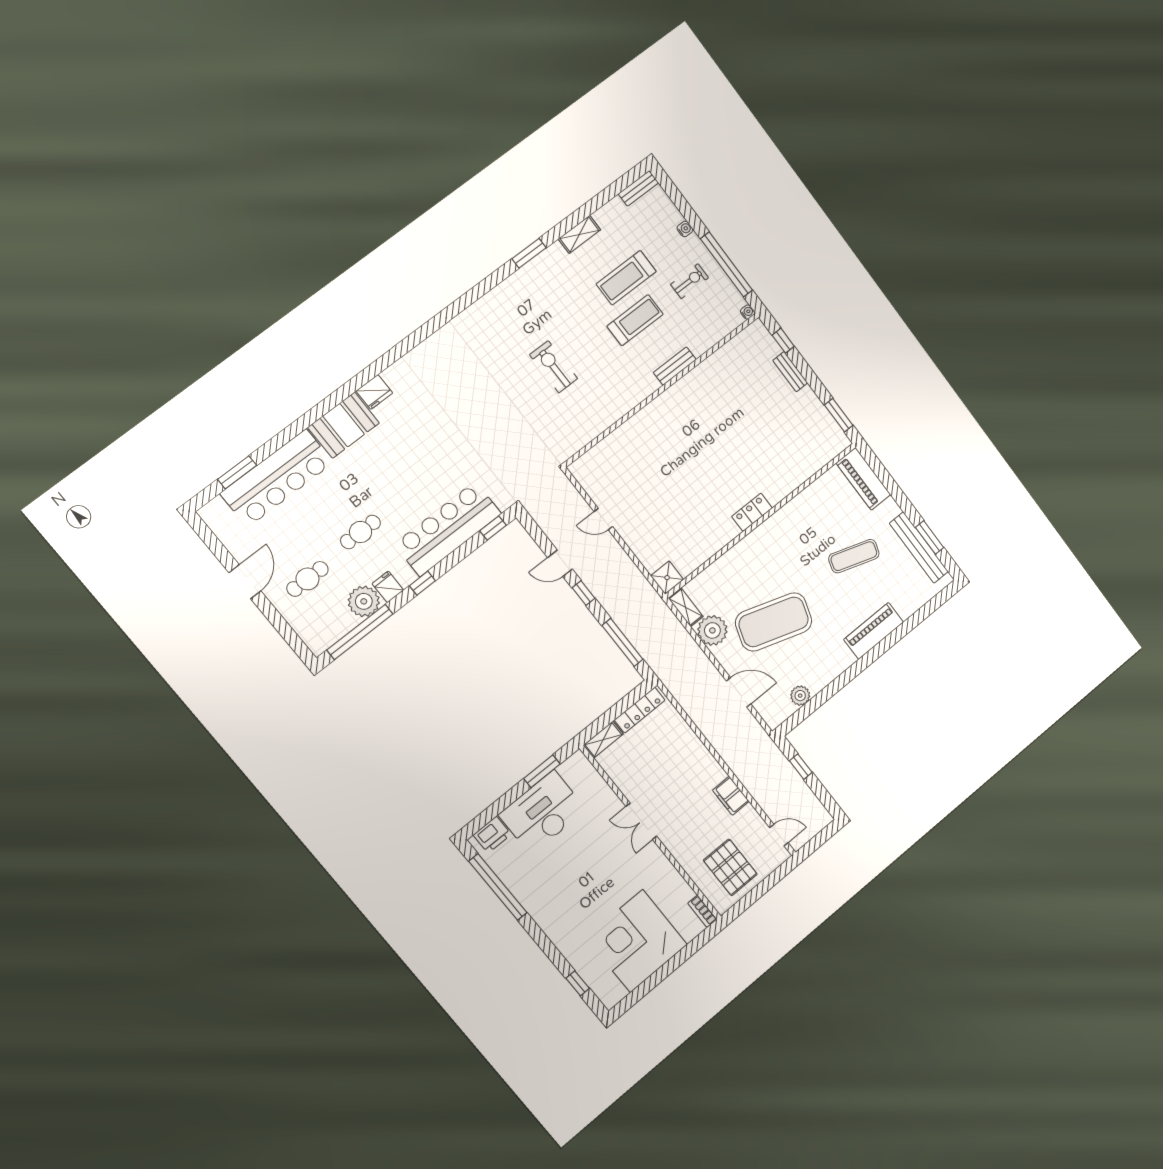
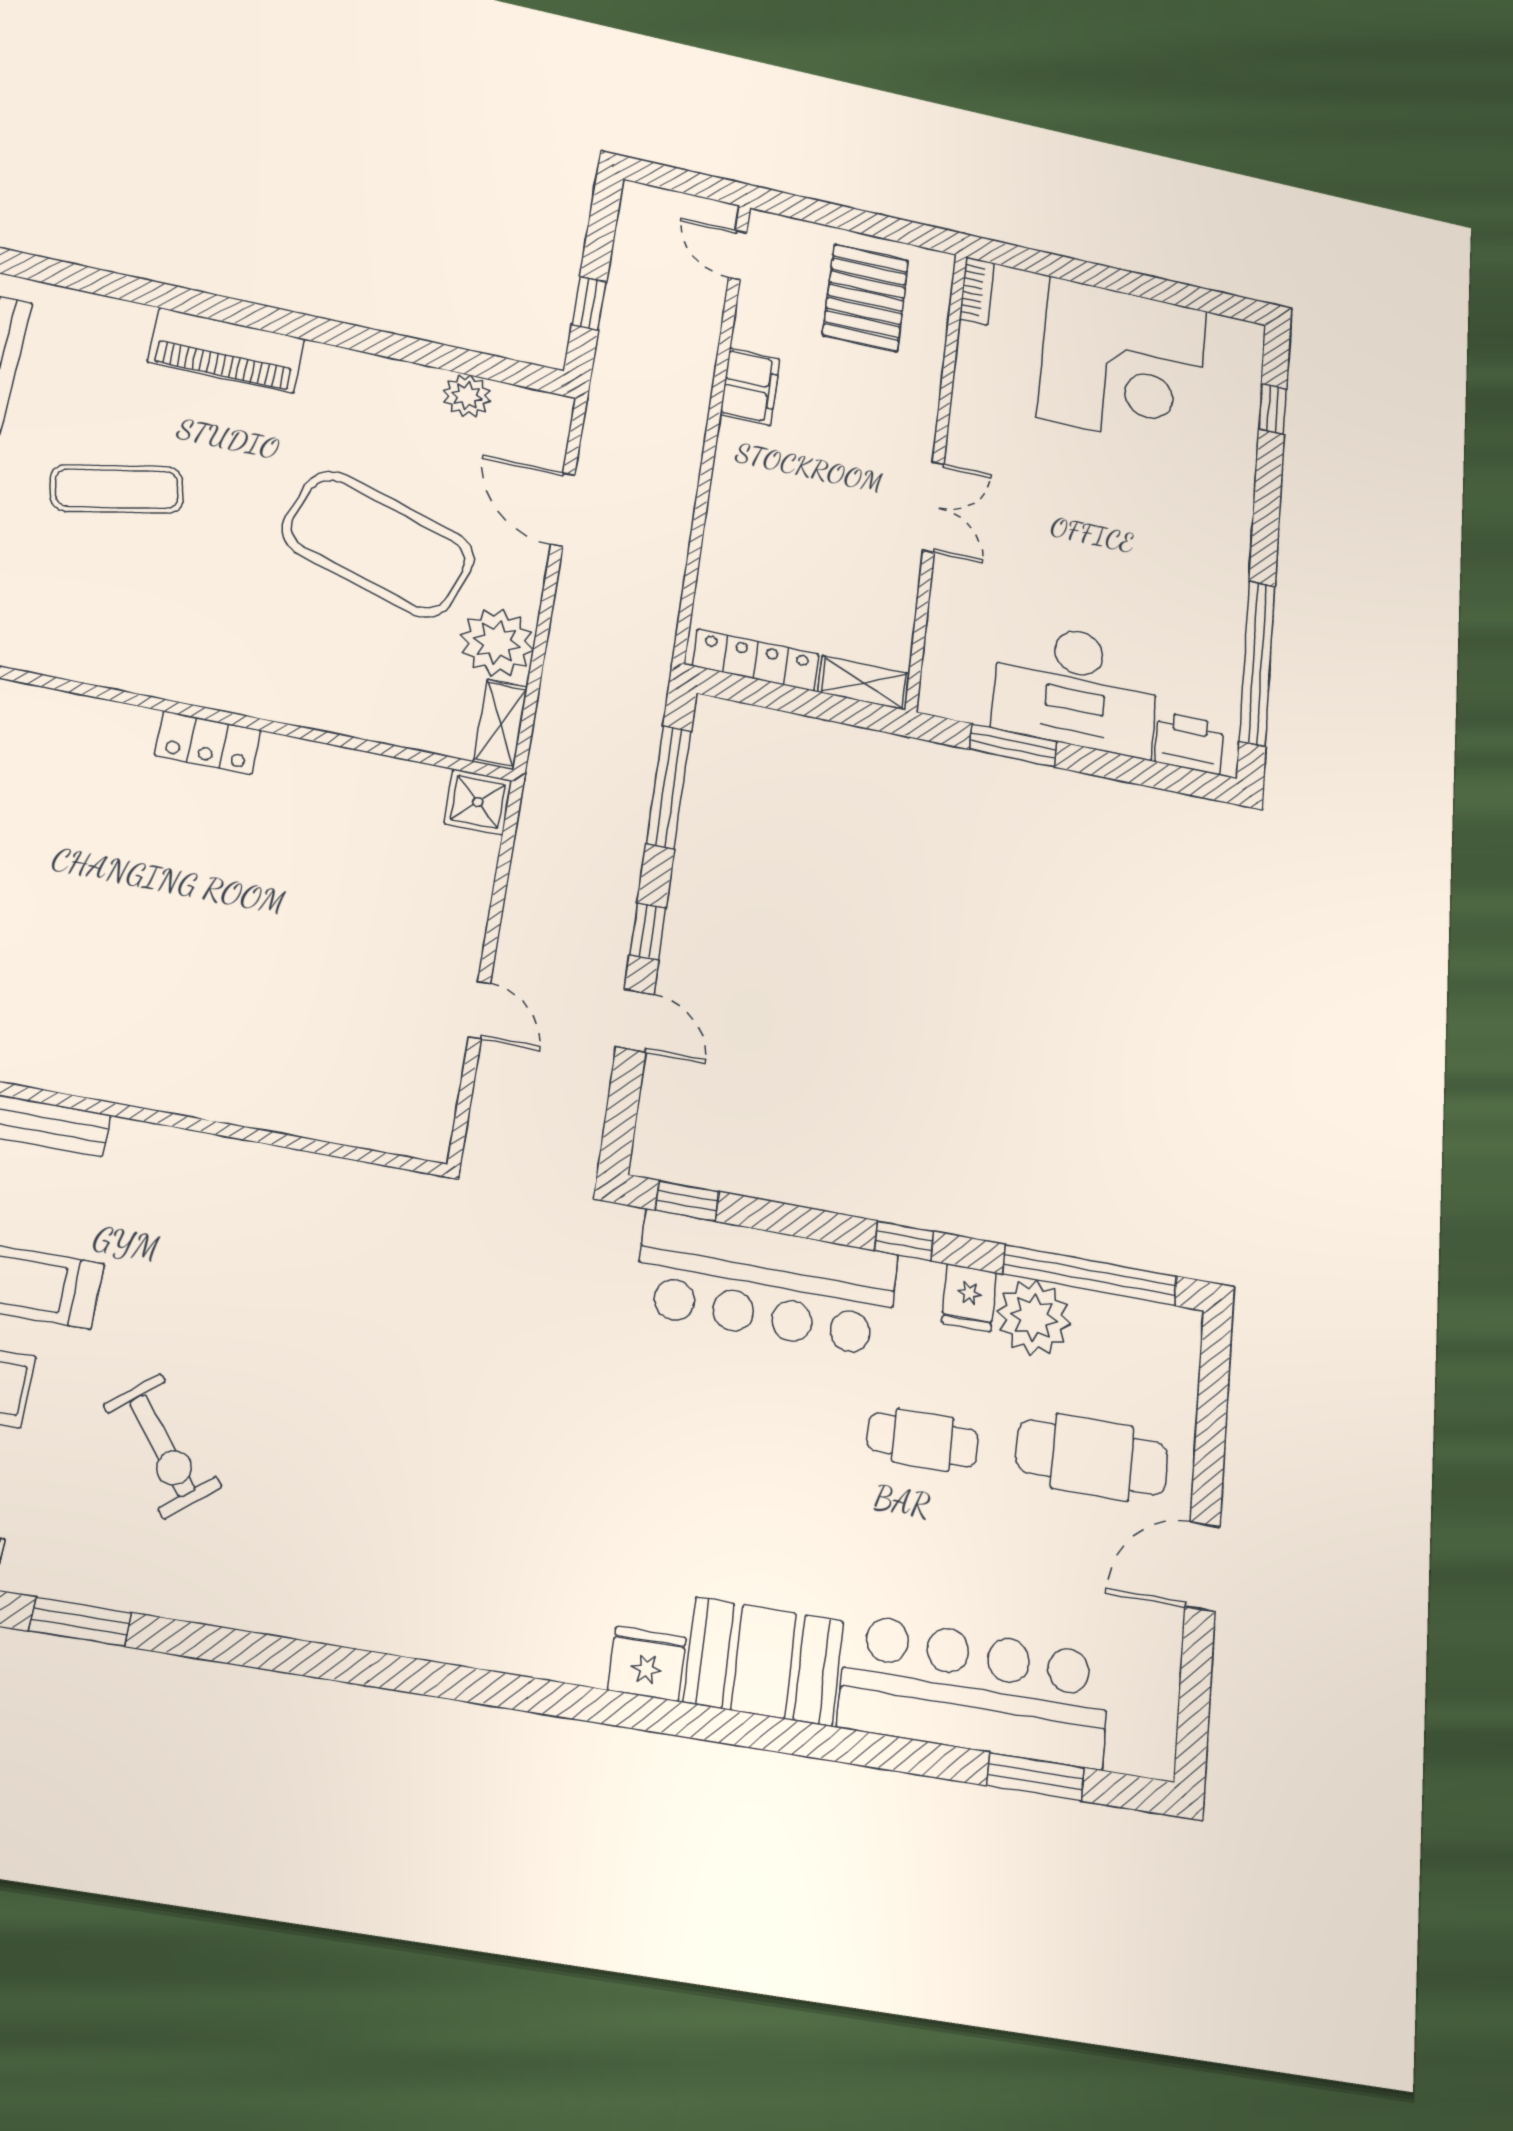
exercise bike: (554, 367) -> (162, 1446), moved, turned -39
exercise mat: (854, 556) -> (117, 489), turned -30
cafe table: (307, 579) -> (1092, 1457), width x1.37, depth x1.35

